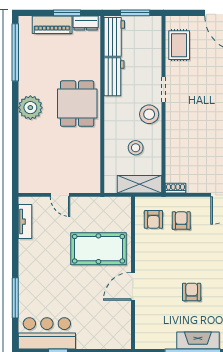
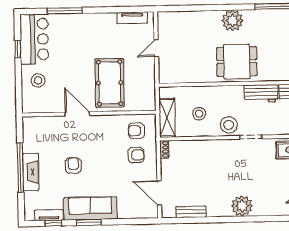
armchair: (192, 292) -> (73, 166), turned -90
stool: (94, 330) -> (38, 80), added

